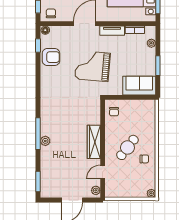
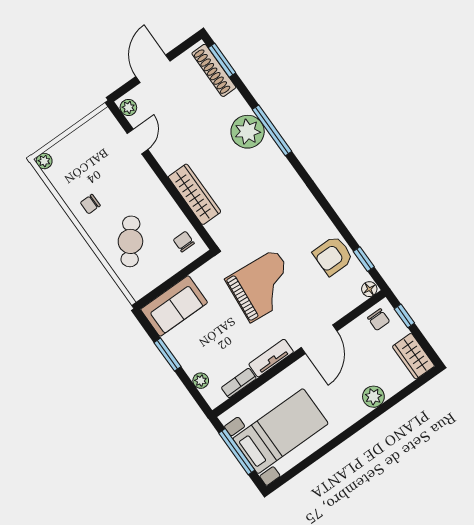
plant: (45, 141) -> (248, 132), width x1.88, depth x1.88
wardrobe: (94, 142) -> (195, 194), moved
cafe table: (127, 147) -> (130, 241), moved
shoe rack: (45, 180) -> (214, 70), added

